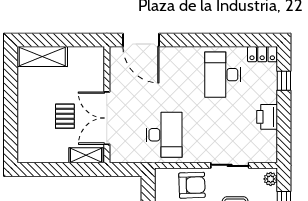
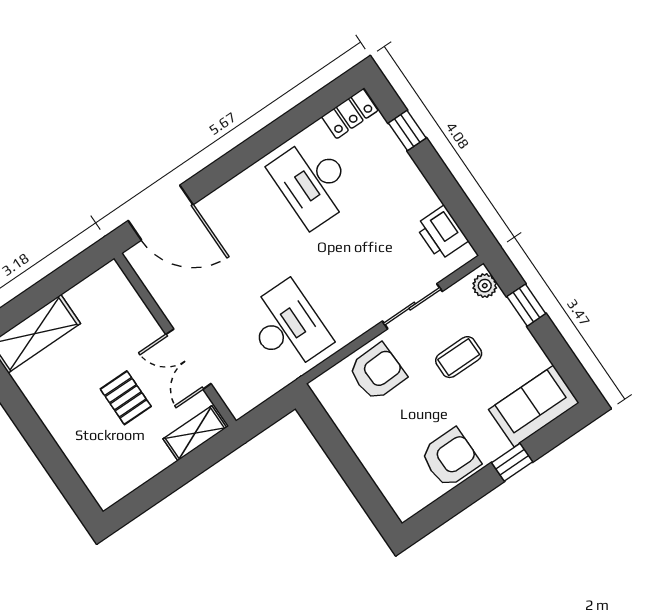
printer: (267, 117) -> (442, 233), moved
double door: (107, 118) -> (188, 359), width x0.73

